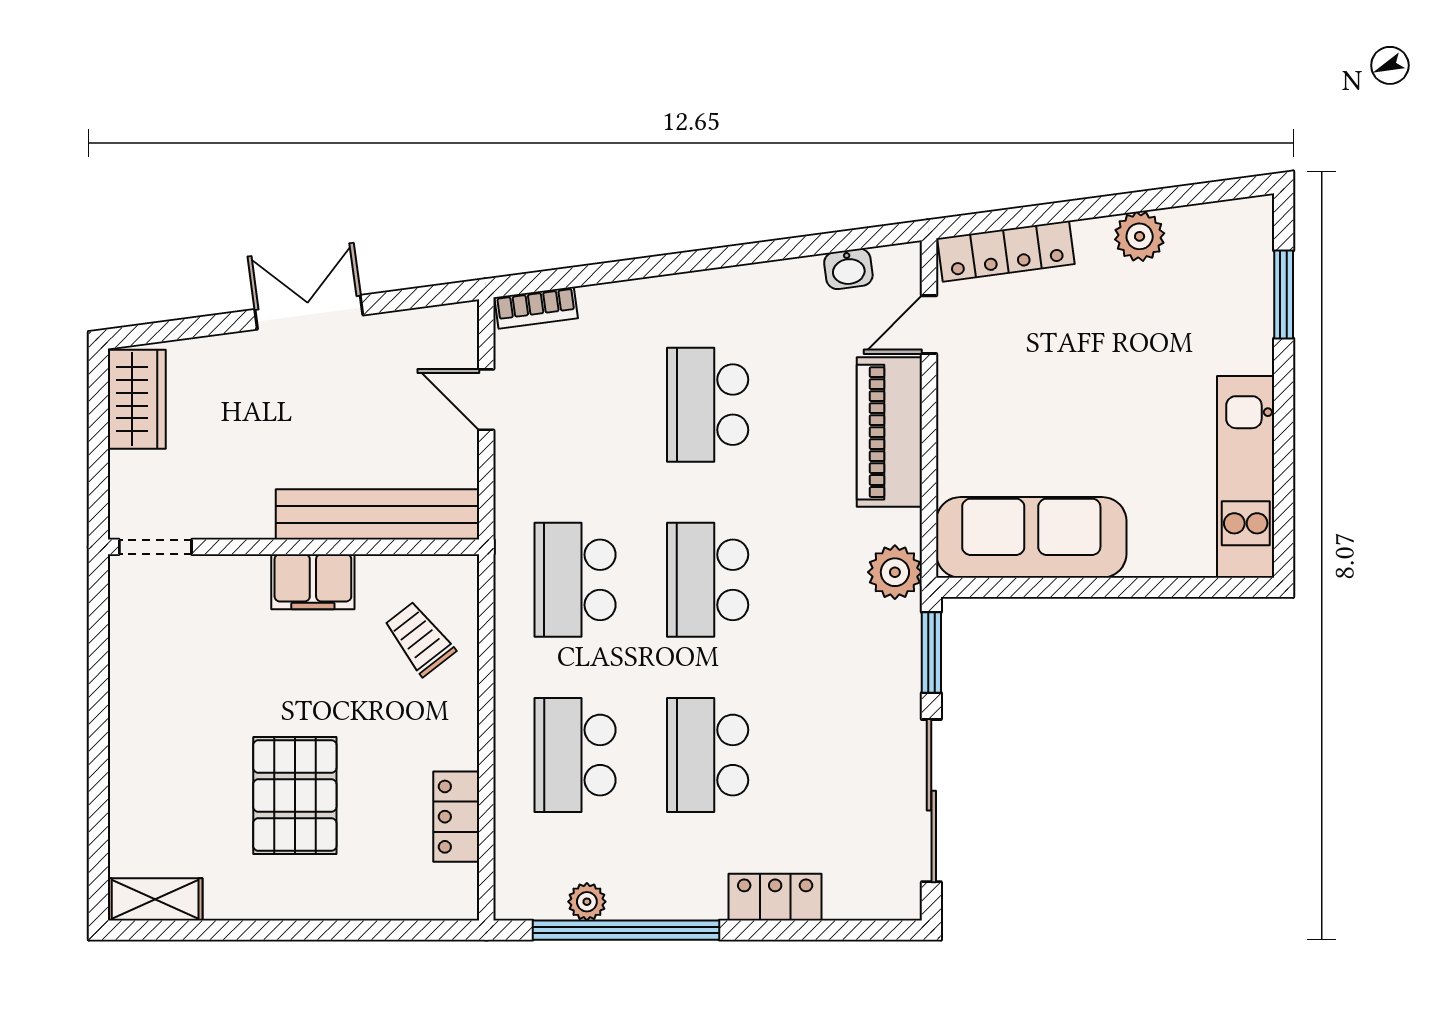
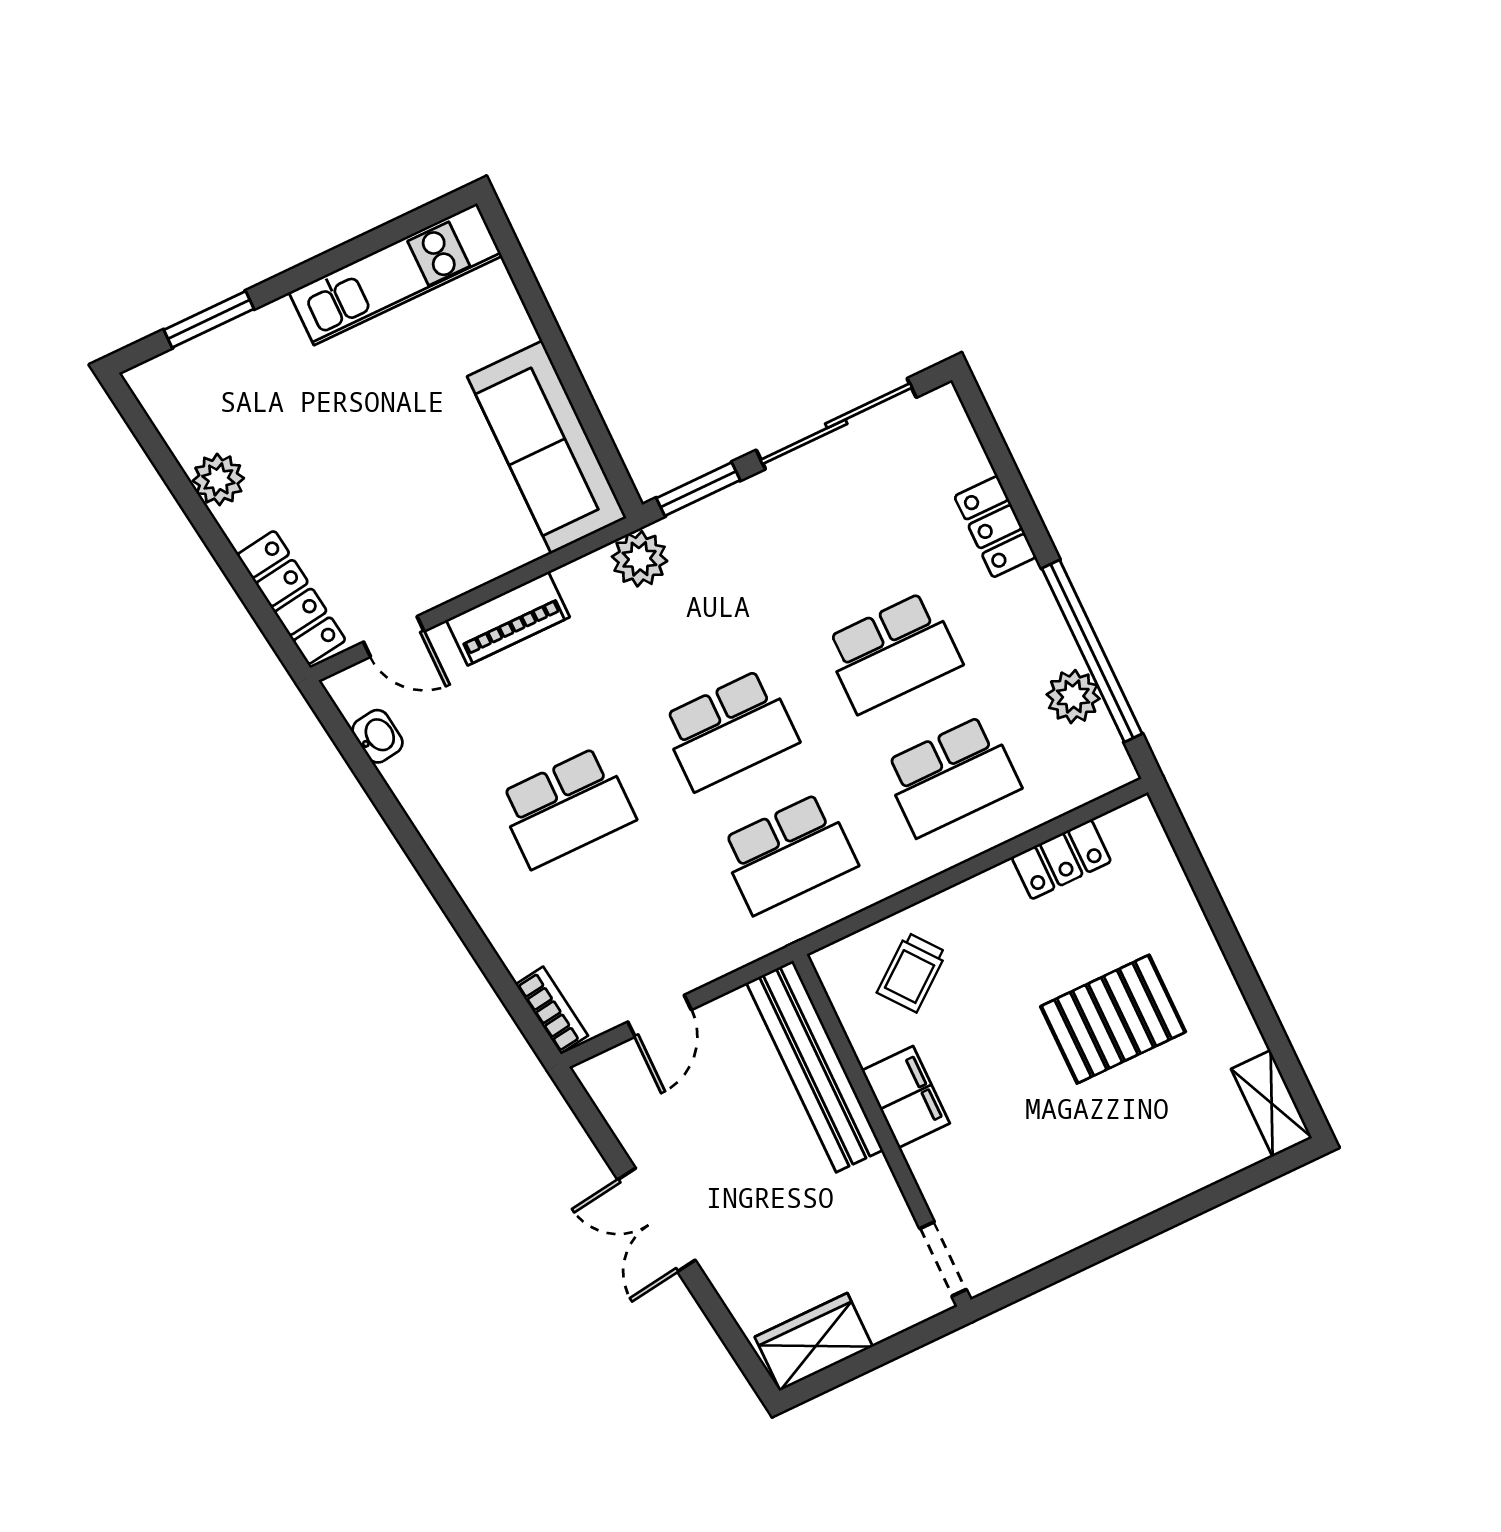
piano: (889, 432) -> (508, 618), width x0.73, depth x0.75
plant: (587, 902) -> (1073, 697), width x1.38, depth x1.38

